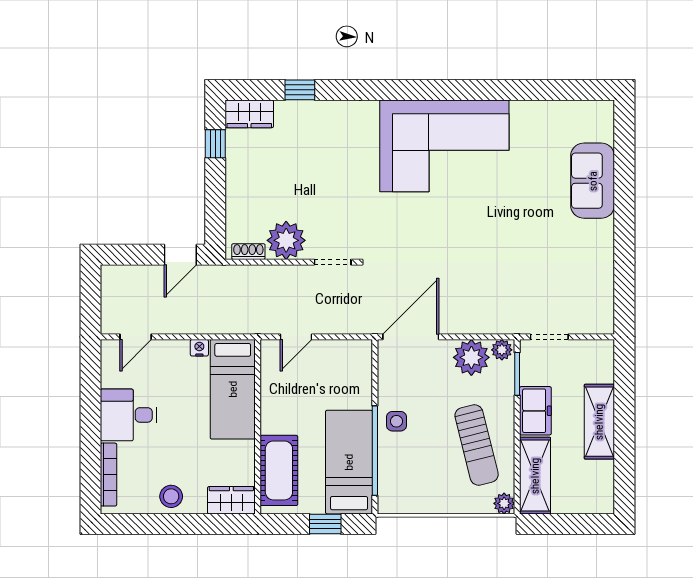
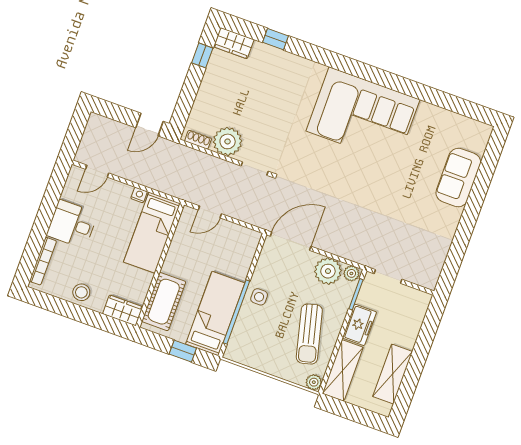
shelving: (599, 422) -> (393, 374), moved

